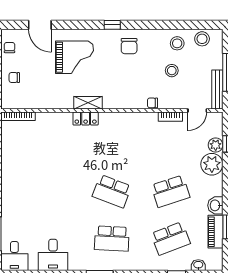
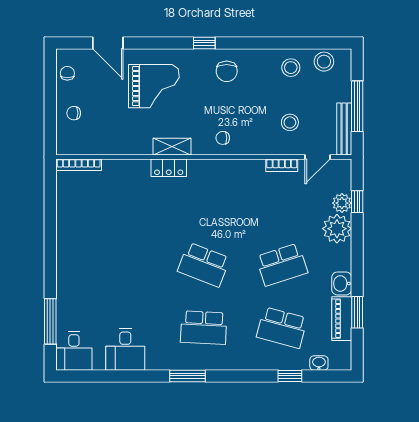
stool: (172, 71) -> (290, 122), moved
chair: (153, 103) -> (223, 138), moved
school desk: (170, 238) -> (282, 328), turned 36

